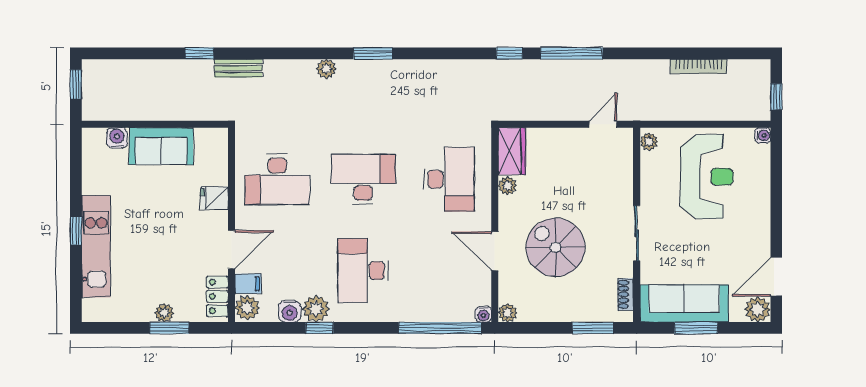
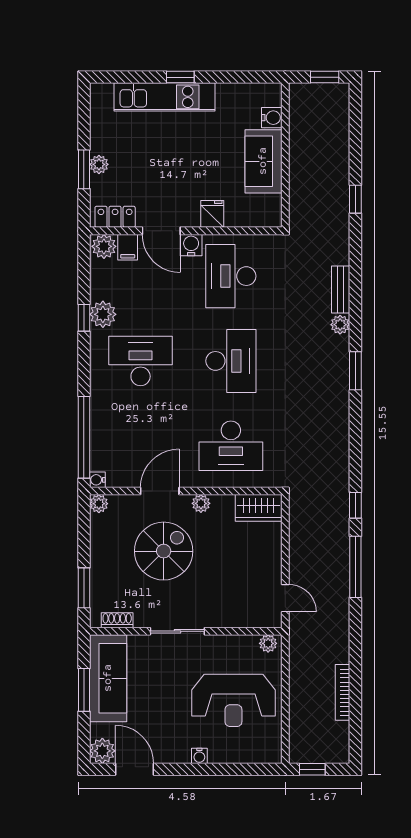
bench: (238, 68) -> (341, 290), moved
water cooler: (763, 135) -> (199, 756), moved
plant: (507, 186) -> (201, 503), moved
water cooler: (290, 311) -> (191, 245), moved, turned 90

